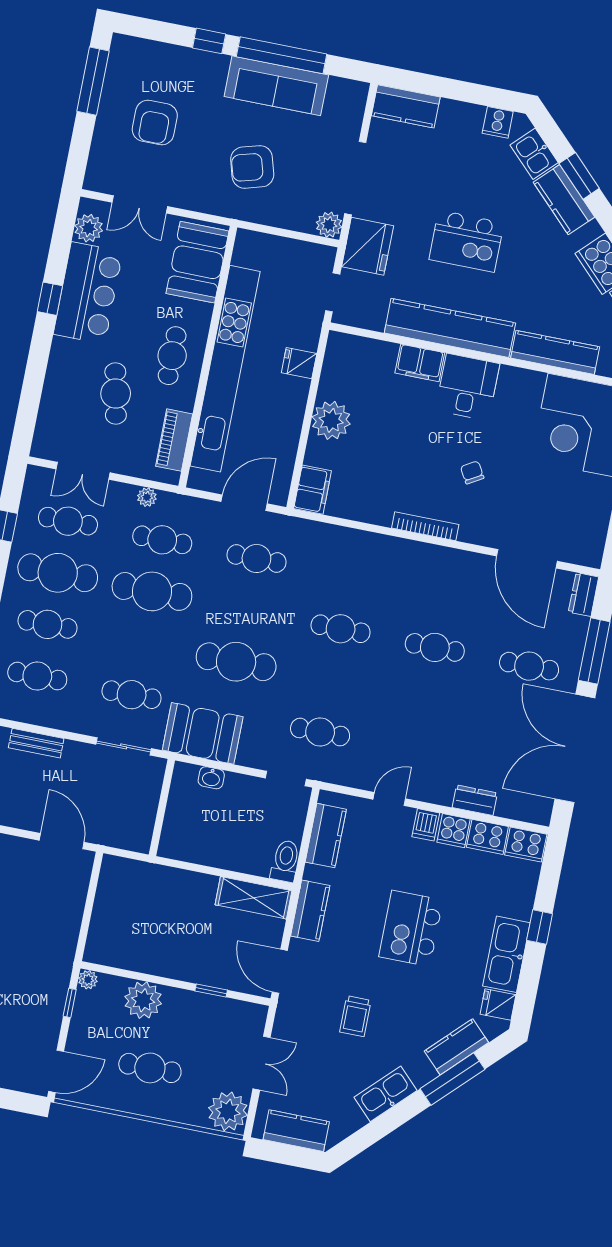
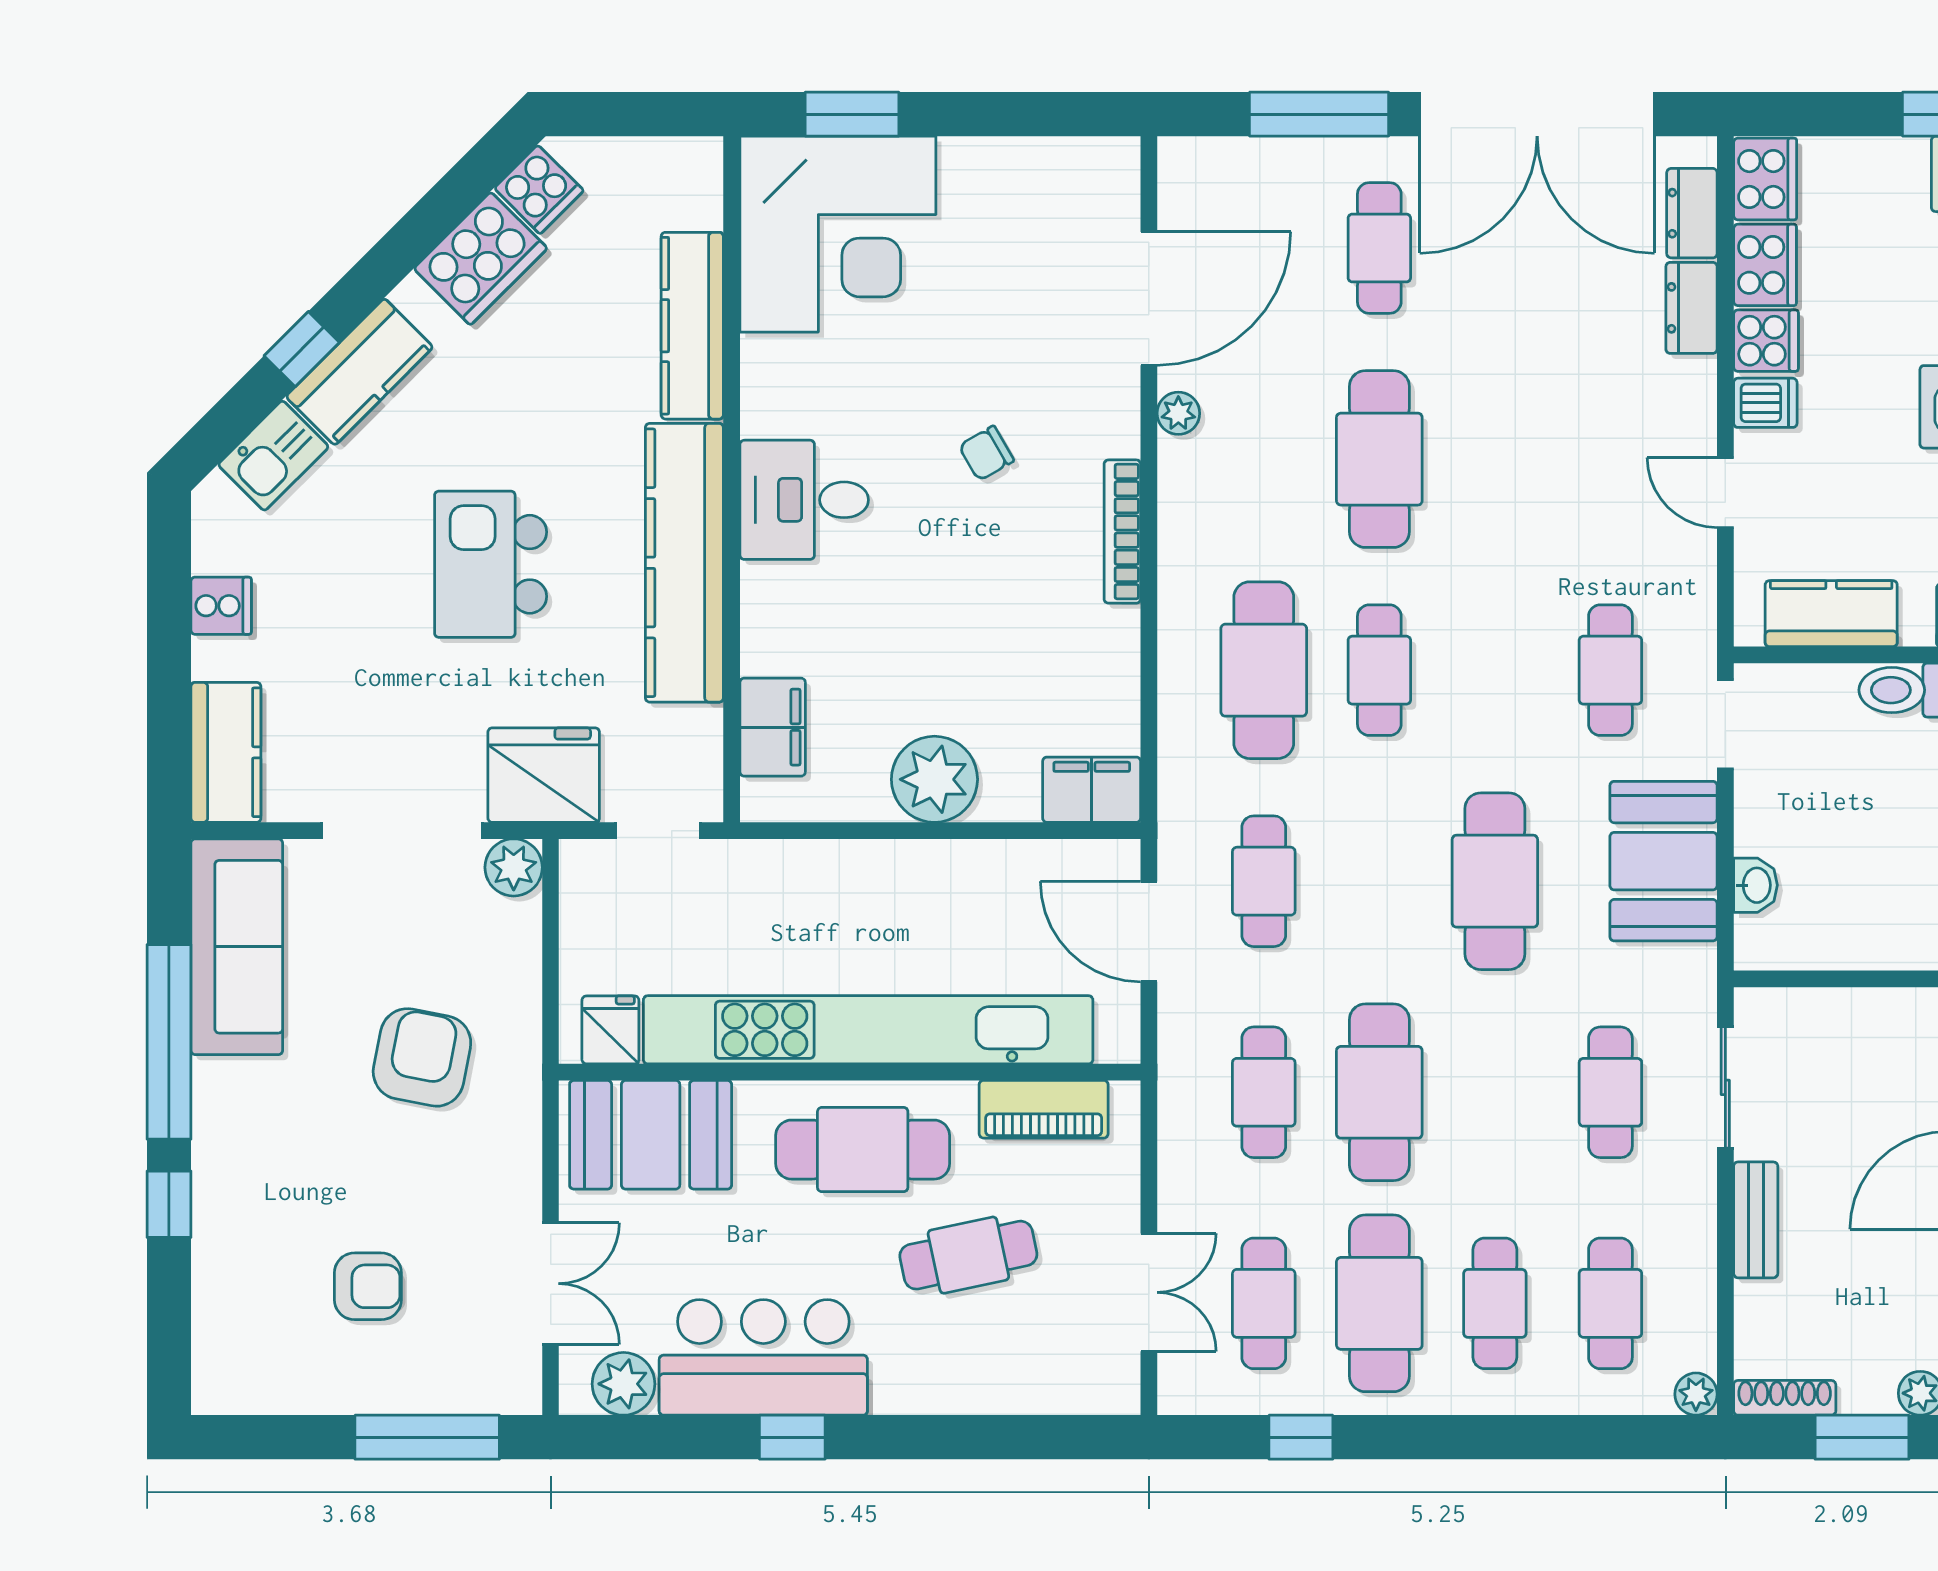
window: (93, 81) -> (427, 1437), moved
sofa: (276, 86) -> (237, 947), moved
cooker: (498, 122) -> (221, 606), moved
armchair: (155, 123) -> (368, 1286), width x0.72, depth x0.72
armchair: (252, 167) -> (422, 1057), turned -153
window: (579, 176) -> (302, 349), width x0.67
kitchen island: (466, 241) -> (491, 564), turned 180
cafe table: (172, 356) -> (863, 1150), width x1.37, depth x1.35
fridge: (299, 363) -> (610, 1030), moved, turned 180
filing cabinet: (420, 363) -> (773, 727), moved
plant: (147, 497) -> (1178, 413), moved
cafe table: (351, 577) -> (1264, 670), added
dresser: (584, 595) -> (1692, 213), moved, turned 90
cafe table: (435, 647) -> (1379, 459), width x1.37, depth x1.35
booth: (203, 733) -> (1664, 861), moved
bench: (36, 743) -> (1756, 1220), moved

